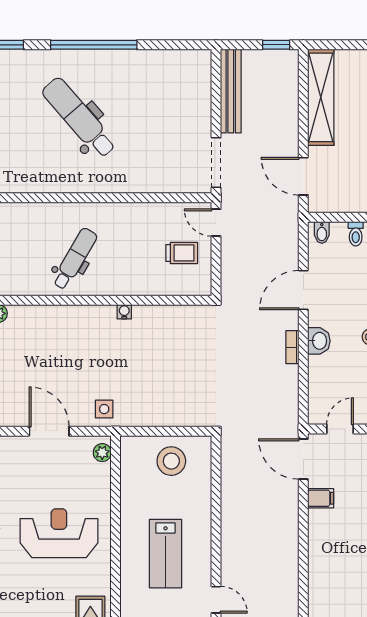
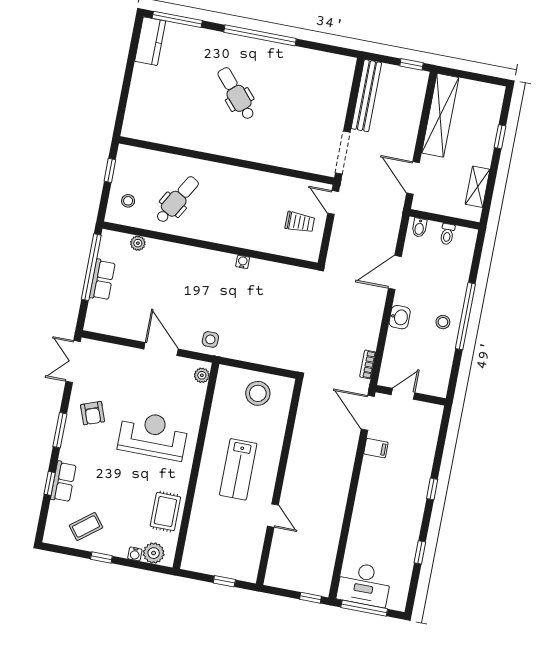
dental chair: (79, 118) -> (236, 94), width x0.73, depth x0.72
dental chair: (75, 259) -> (177, 200), moved
bookcase: (292, 347) -> (368, 364), moved

